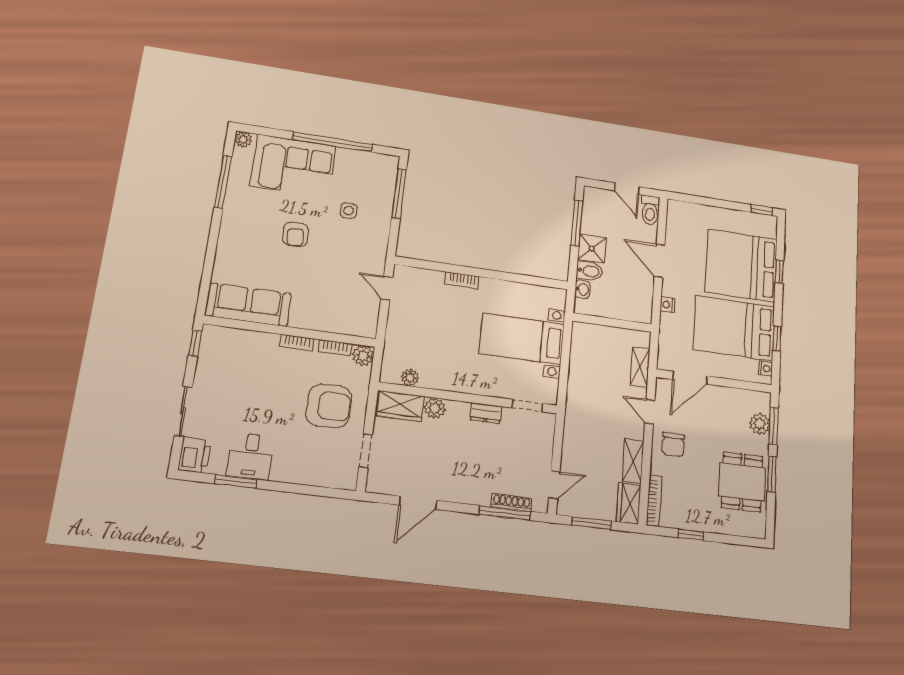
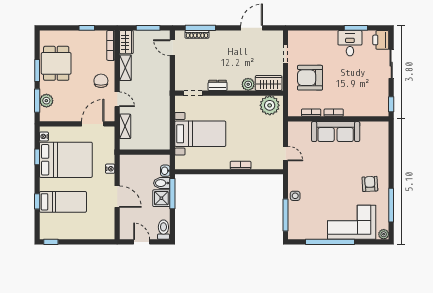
toilet: (650, 210) -> (163, 230), moved
side table: (349, 211) -> (295, 196), moved
window: (577, 223) -> (172, 194), moved
armchair: (296, 234) -> (370, 184), moved
bed: (741, 265) -> (63, 202), width x0.49
sofa: (248, 305) -> (336, 132), moved
plant: (363, 356) -> (294, 110), removed
plant: (410, 378) -> (270, 105), width x1.87, depth x1.87
door: (554, 485) -> (172, 48), hinge flipped

